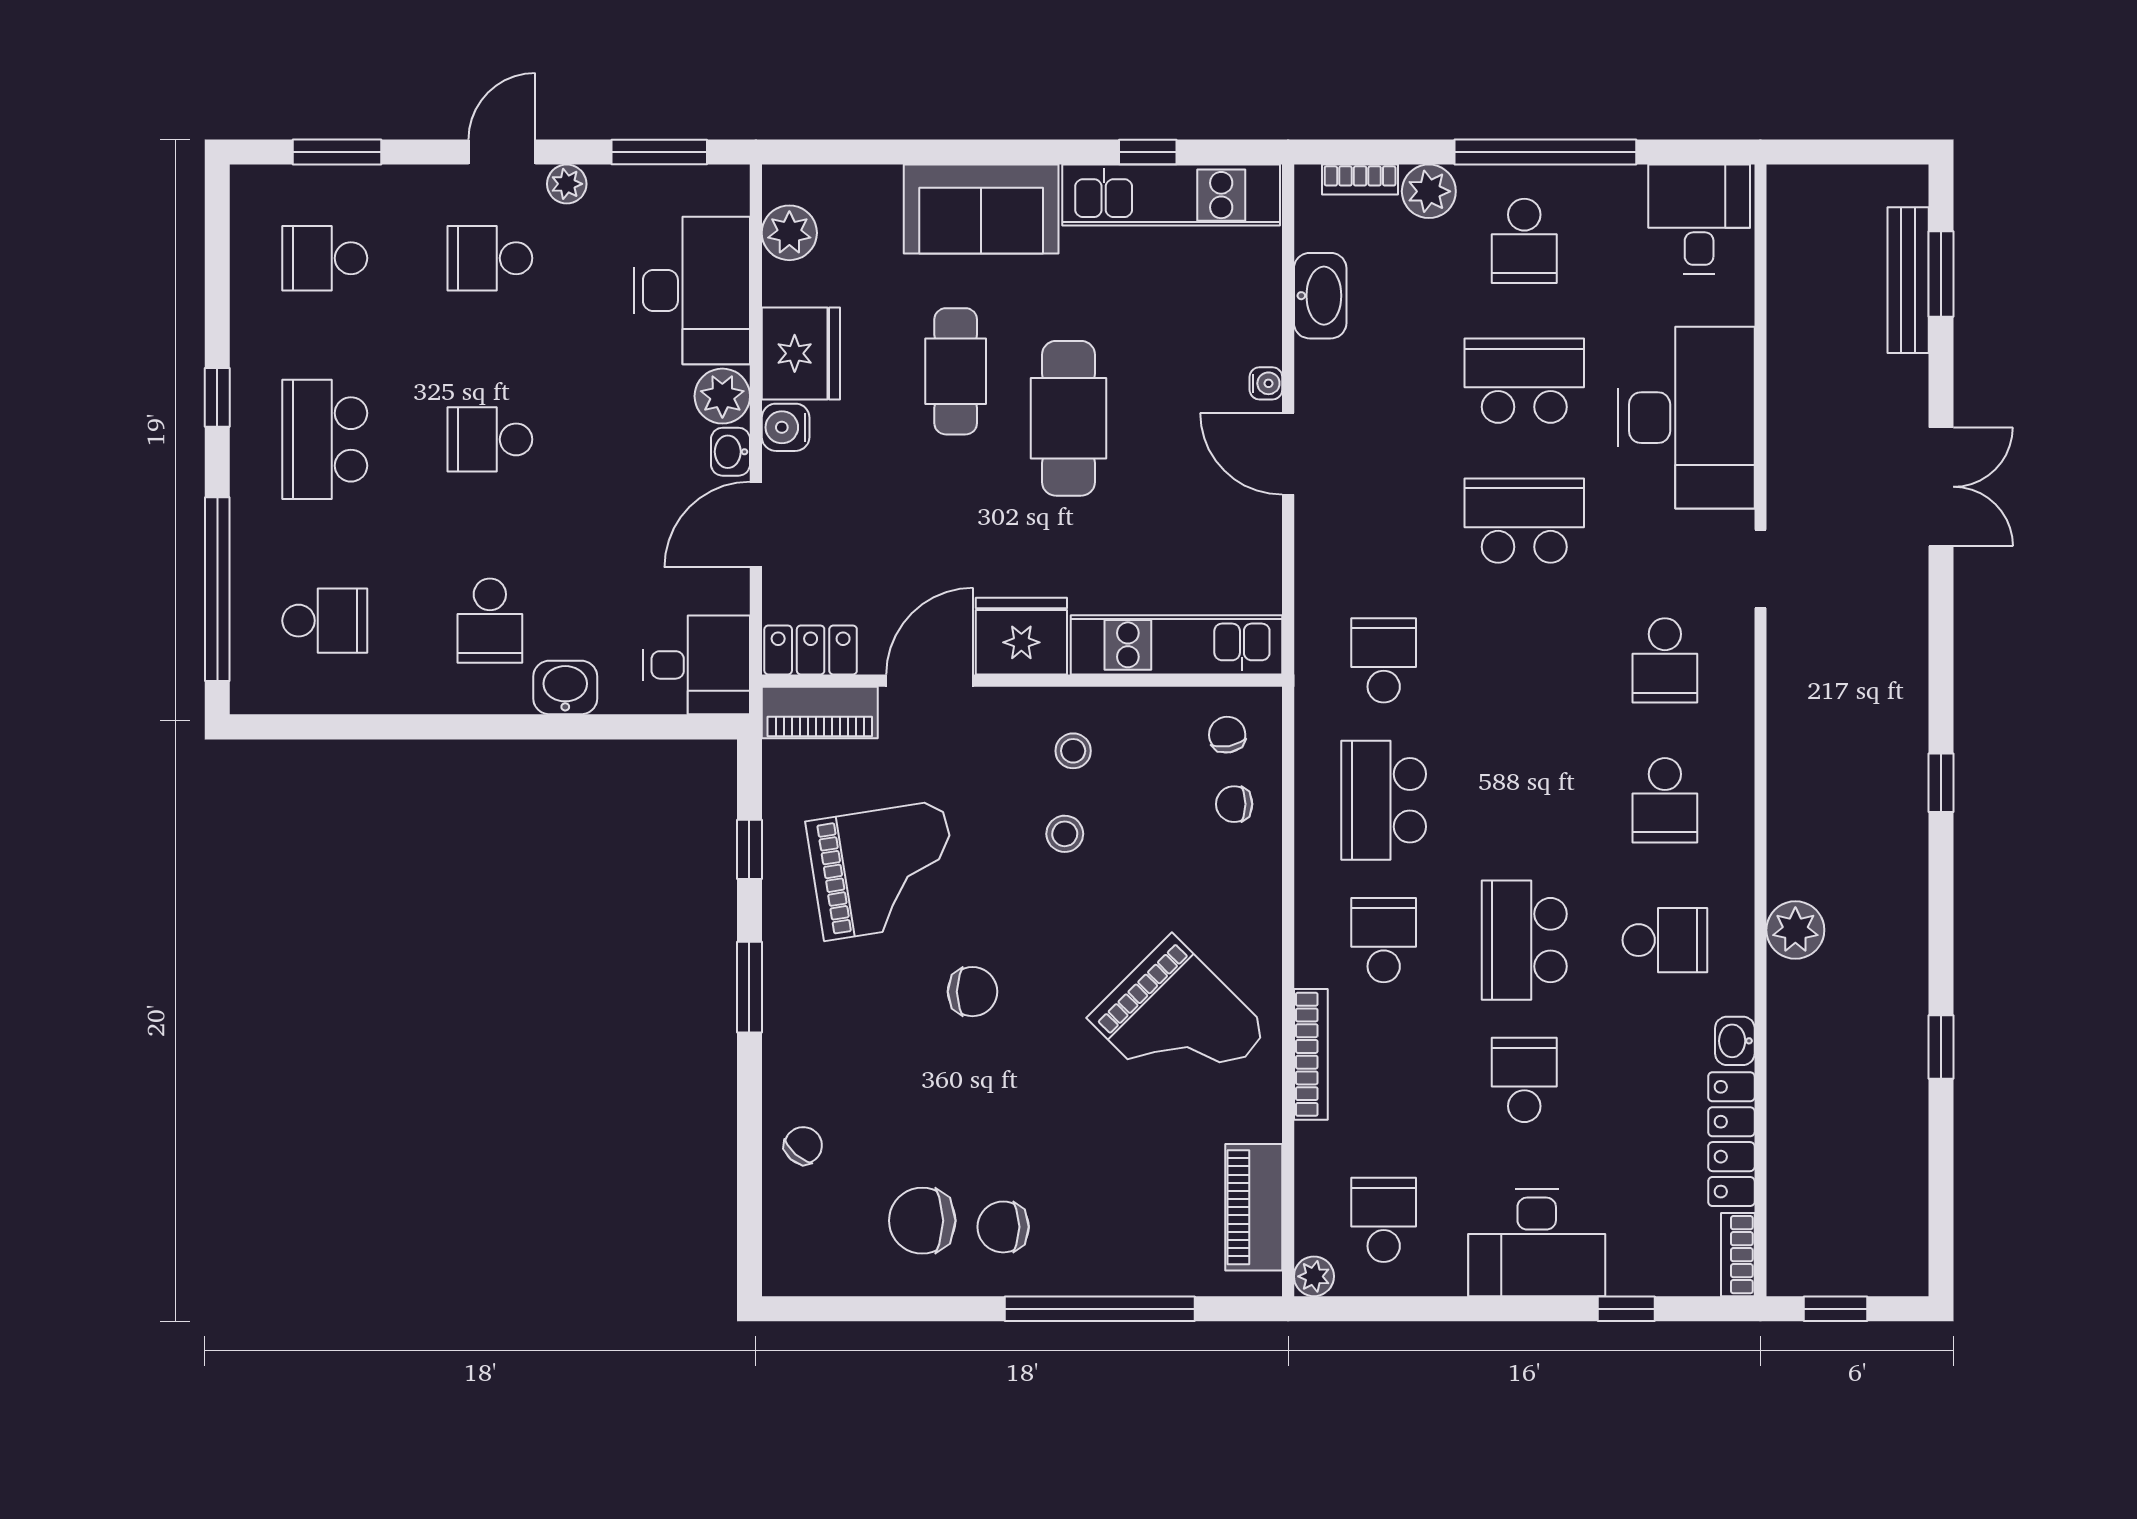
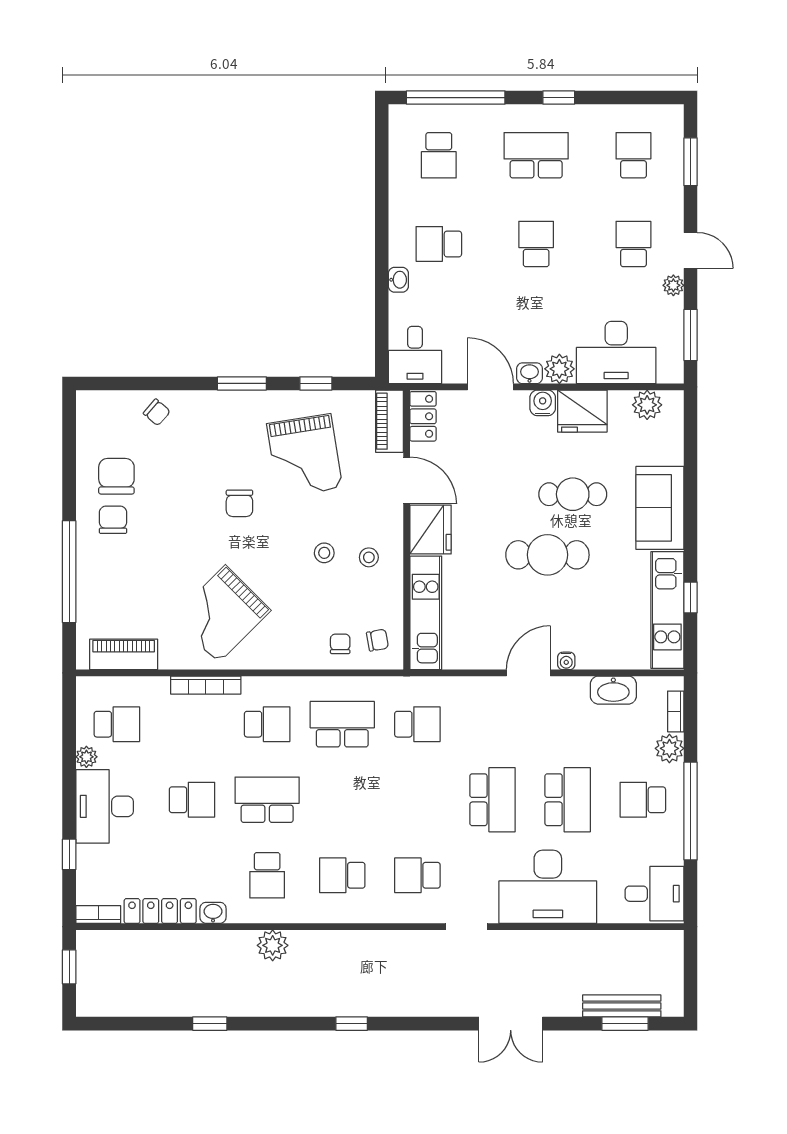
washbasin: (565, 687) -> (398, 280), width x0.72, depth x0.69
plant: (1314, 1276) -> (86, 757), moved

